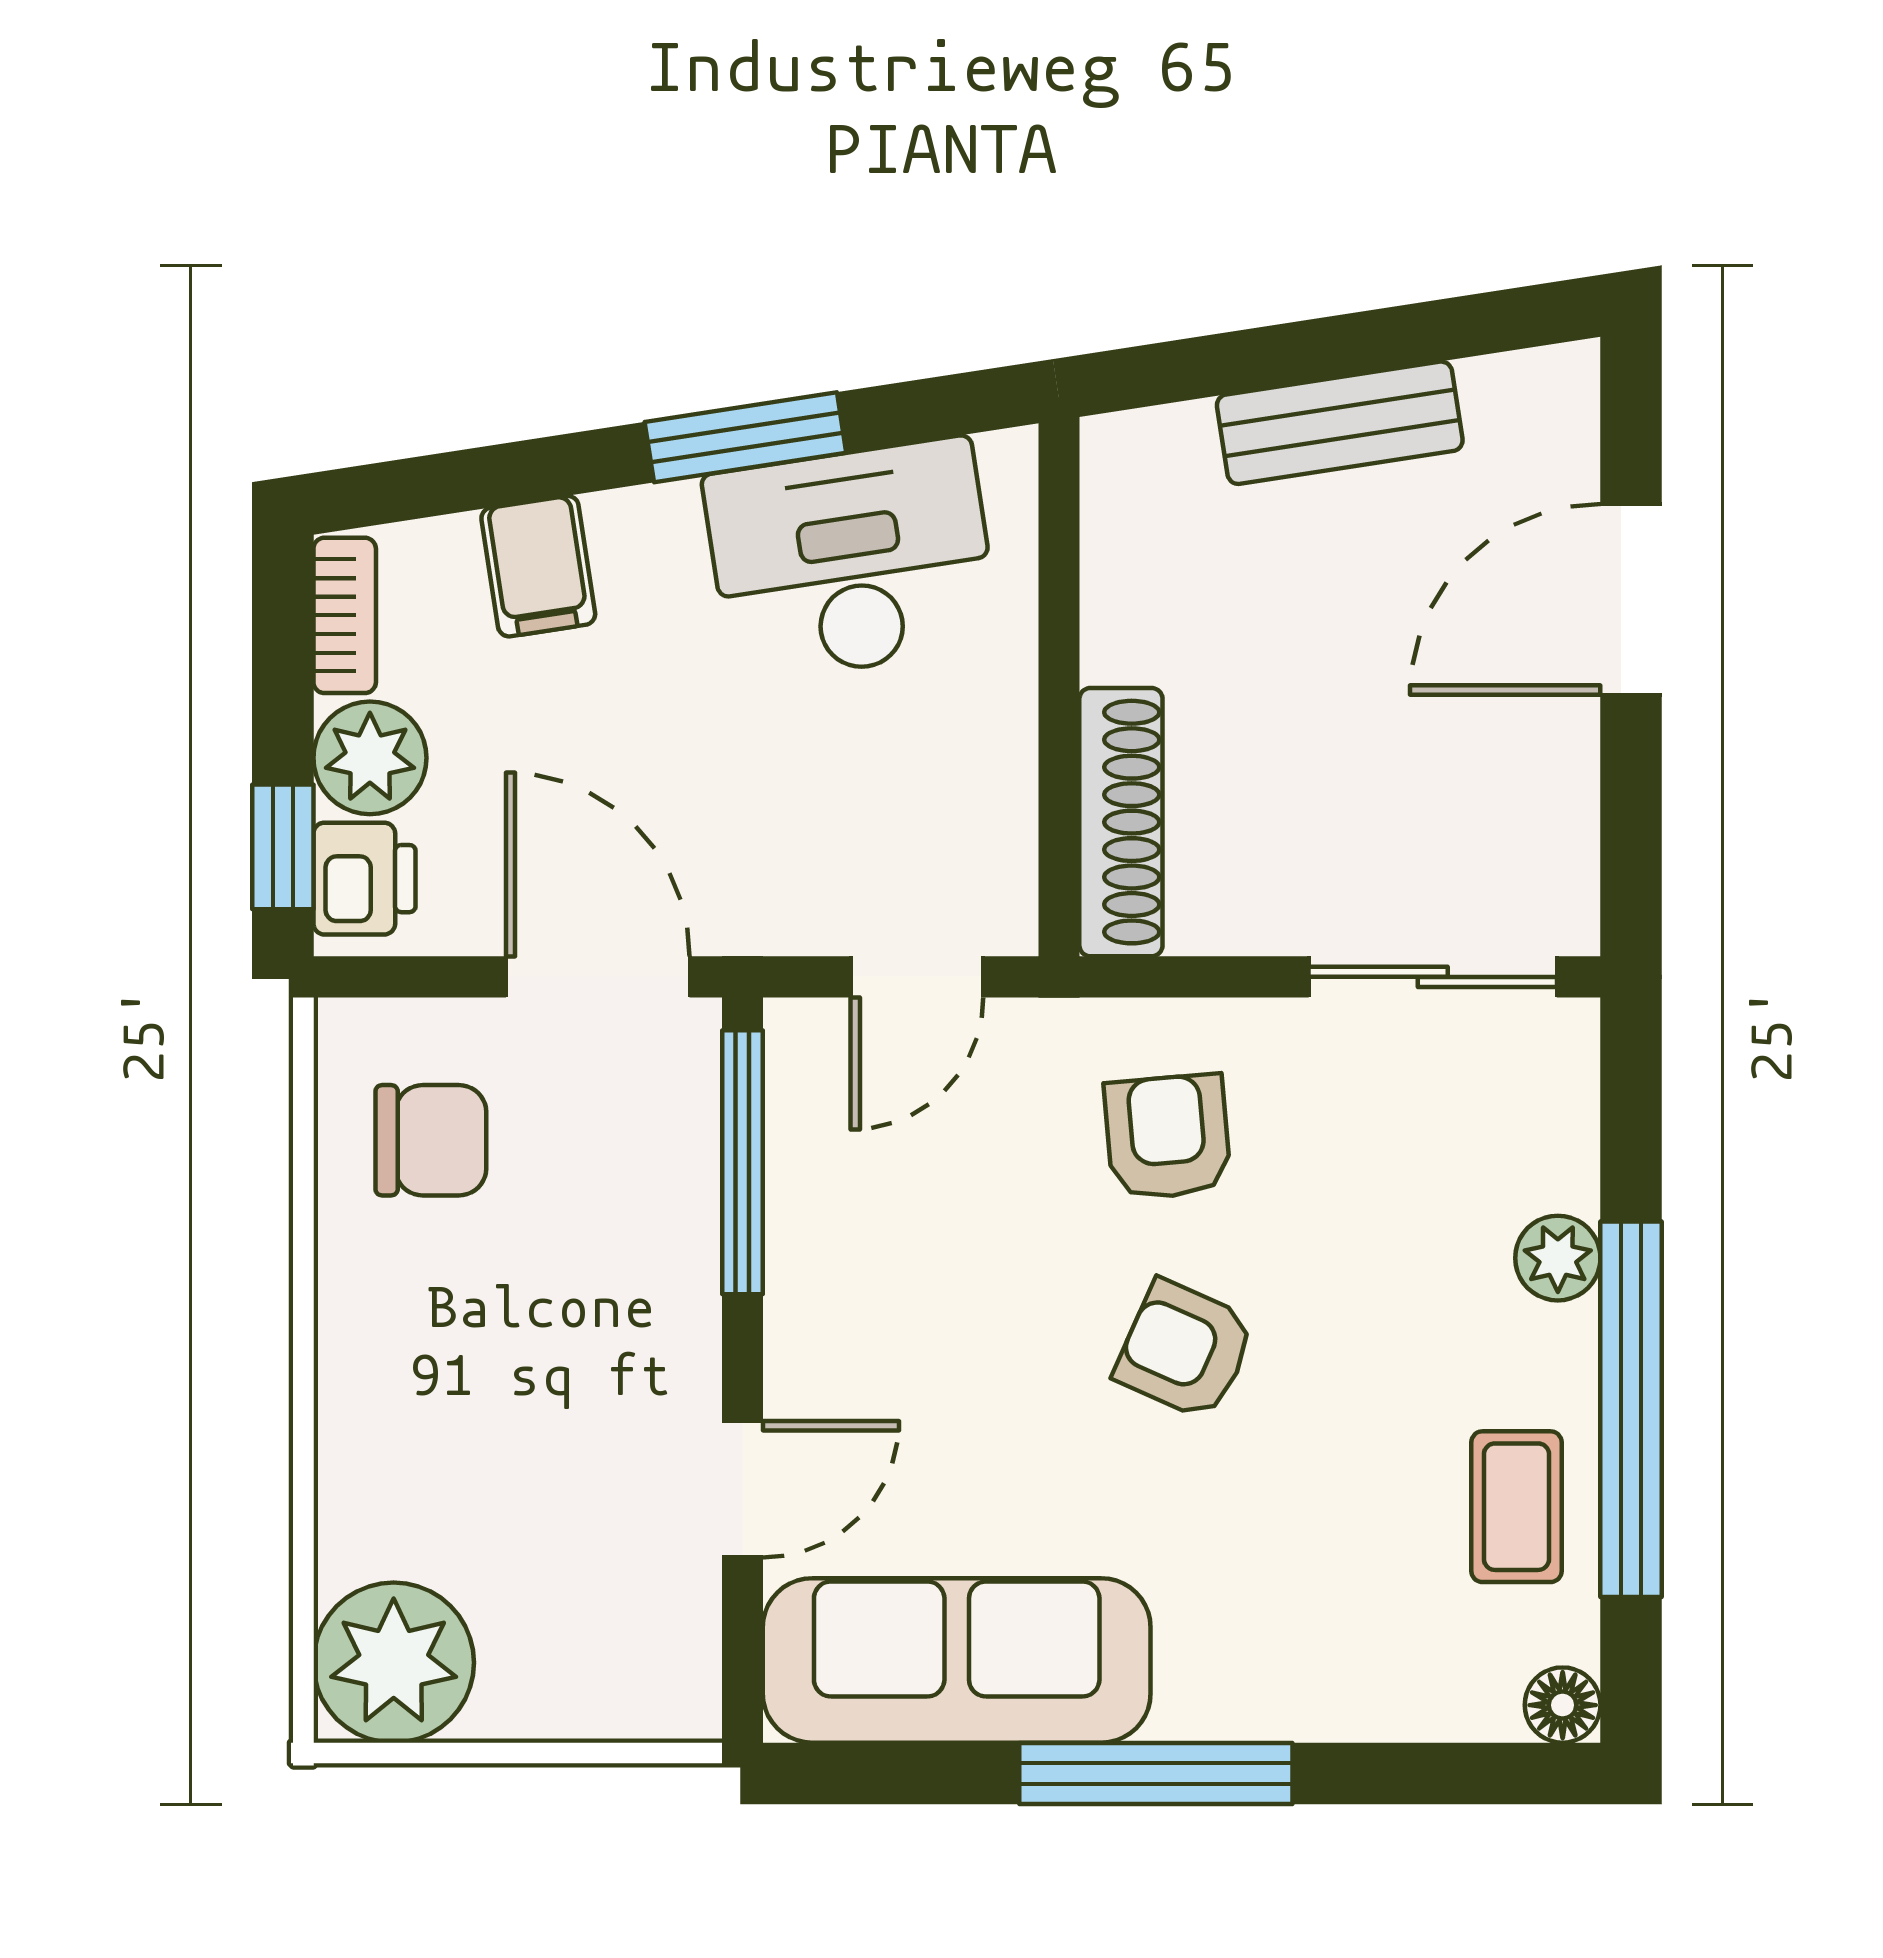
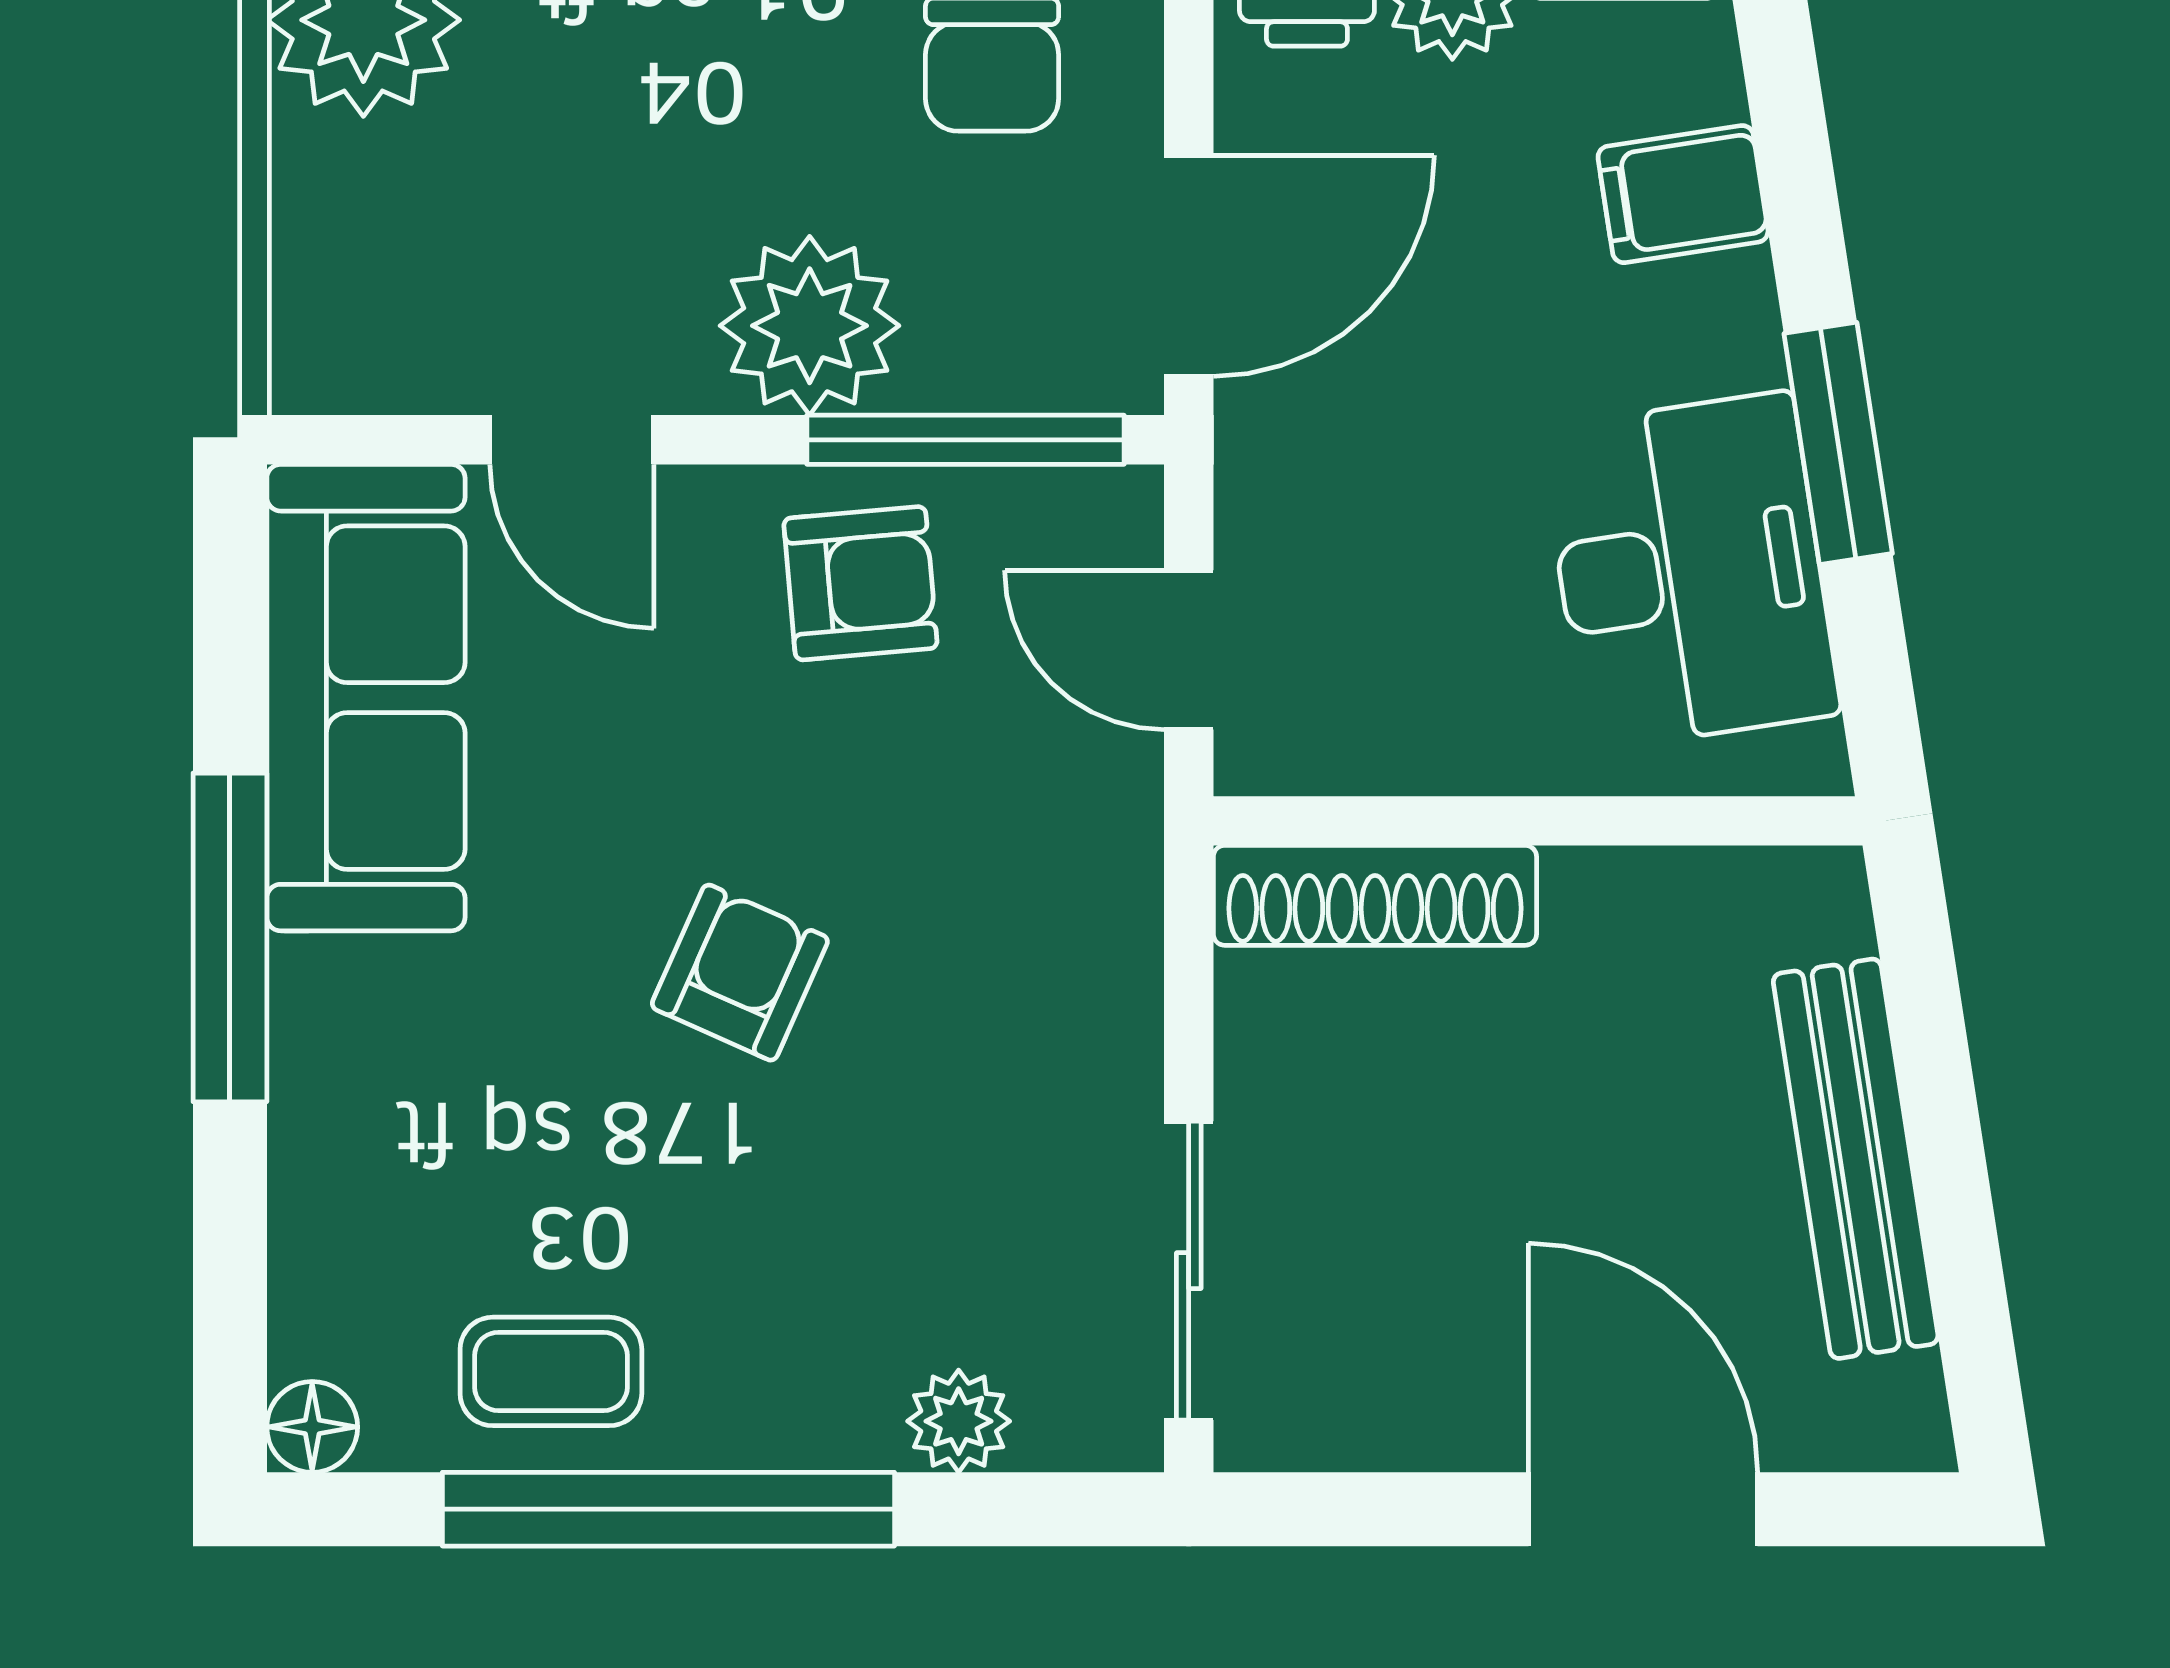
bench: (1340, 423) -> (1856, 1159), width x1.36
armchair: (1167, 1137) -> (860, 583), moved
plant: (1558, 1258) -> (959, 1421), moved
plant: (648, 1292) -> (810, 326), added

